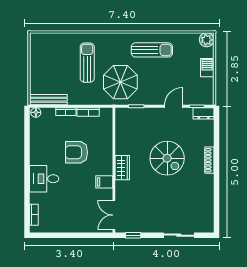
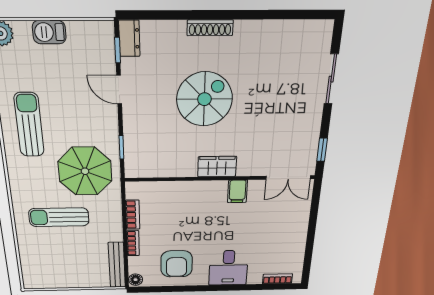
armchair: (76, 152) -> (177, 264), moved

